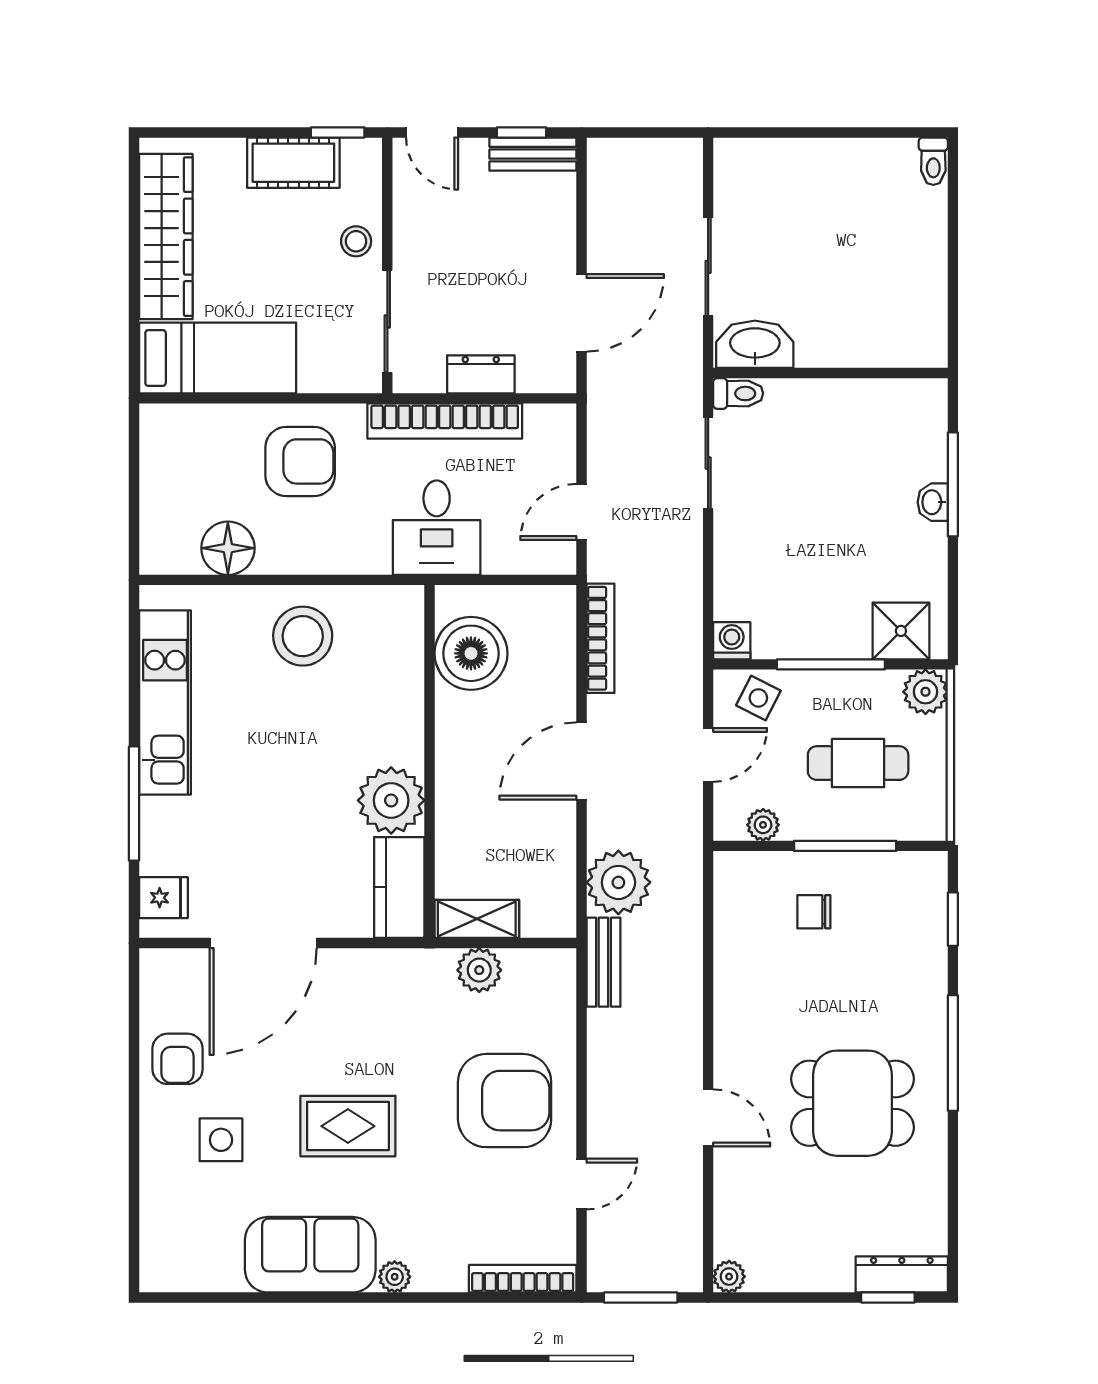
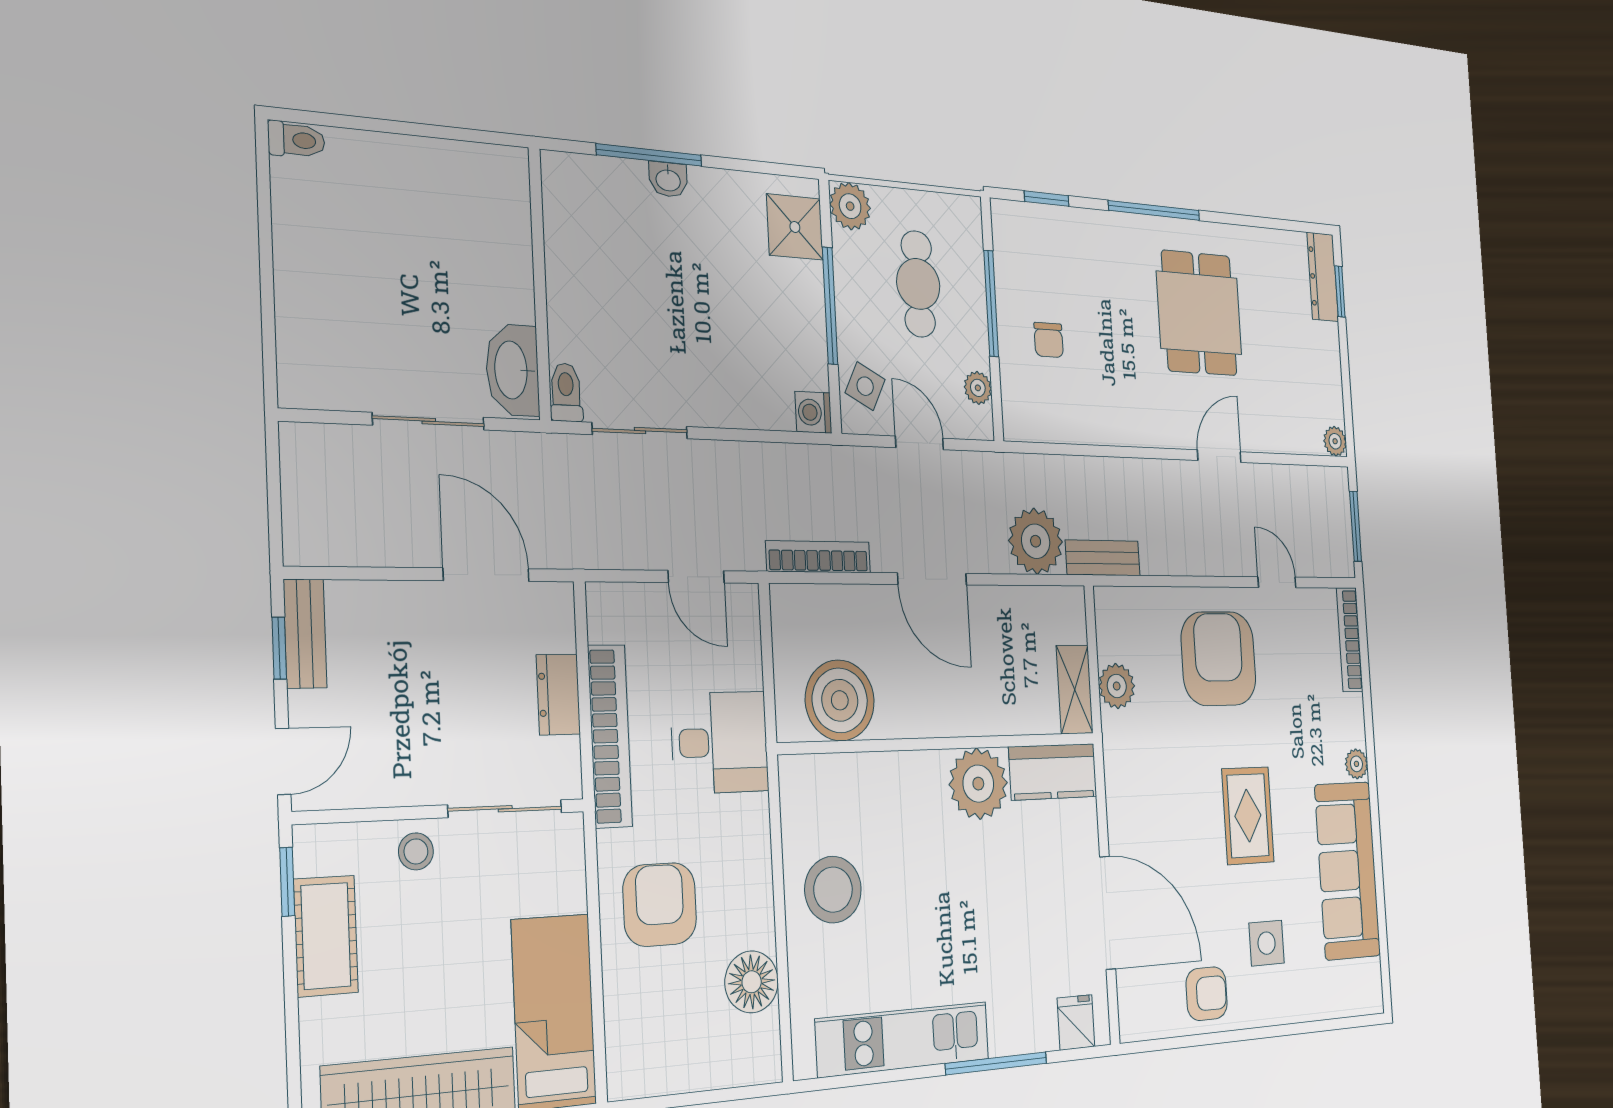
sofa: (310, 1255) -> (1348, 870), width x1.36

